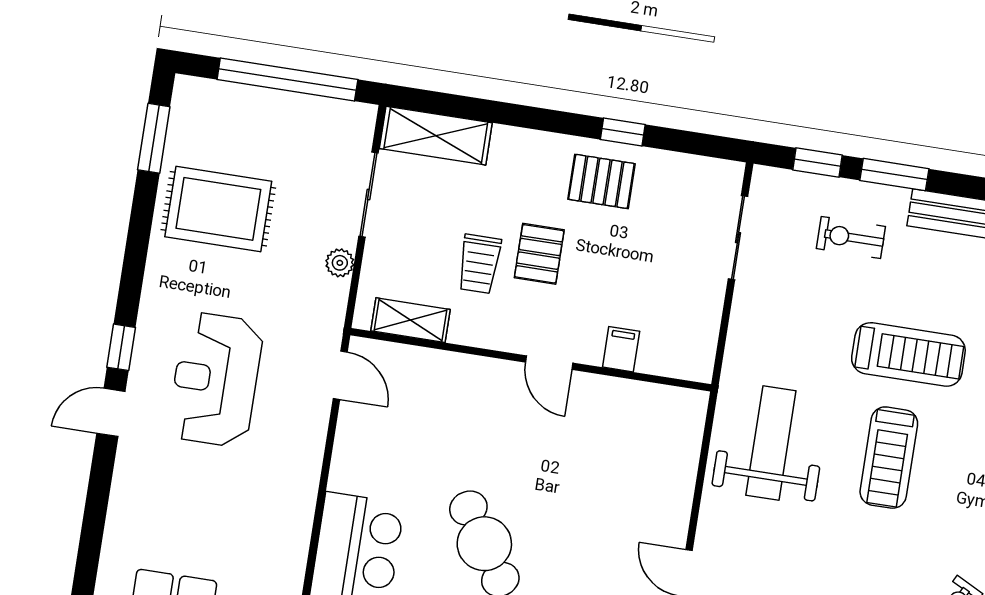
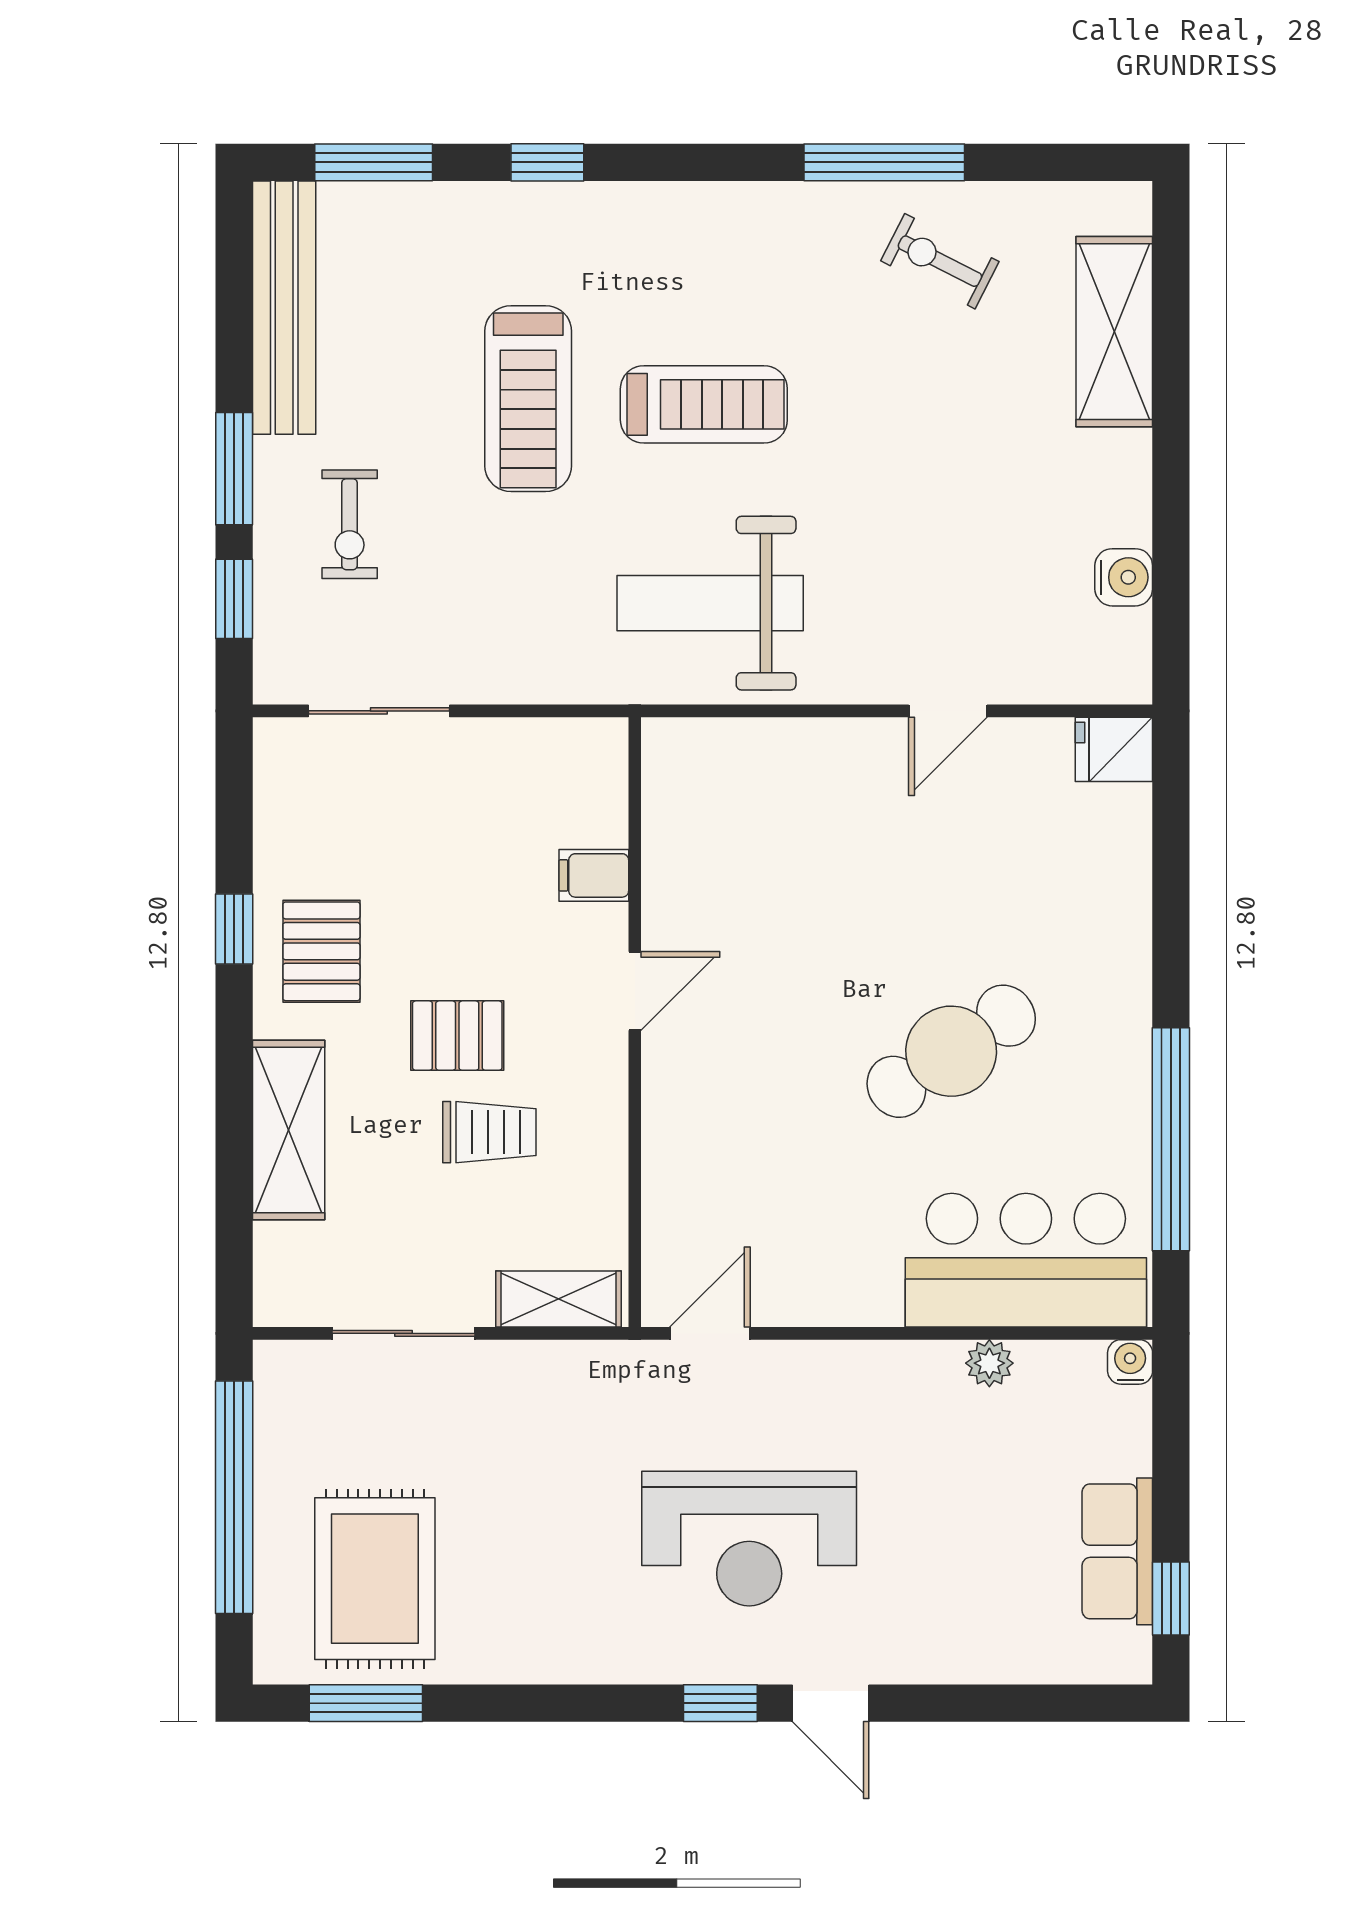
shelving: (436, 136) -> (289, 1130), moved
rug: (218, 209) -> (375, 1579), moved
plant: (340, 263) -> (989, 1363), moved
shelving: (411, 320) -> (559, 1299), moved, turned 90
treadmill: (908, 354) -> (528, 399), turned 180

